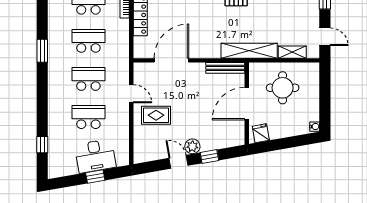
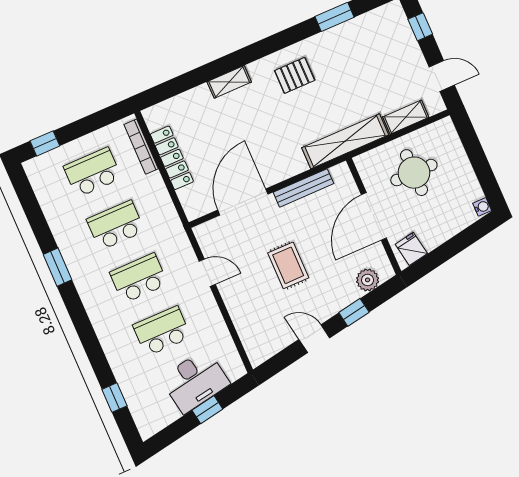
bench: (225, 68) -> (303, 188), moved
rug: (156, 115) -> (288, 265), moved, turned 90
plant: (192, 146) -> (368, 280), moved

